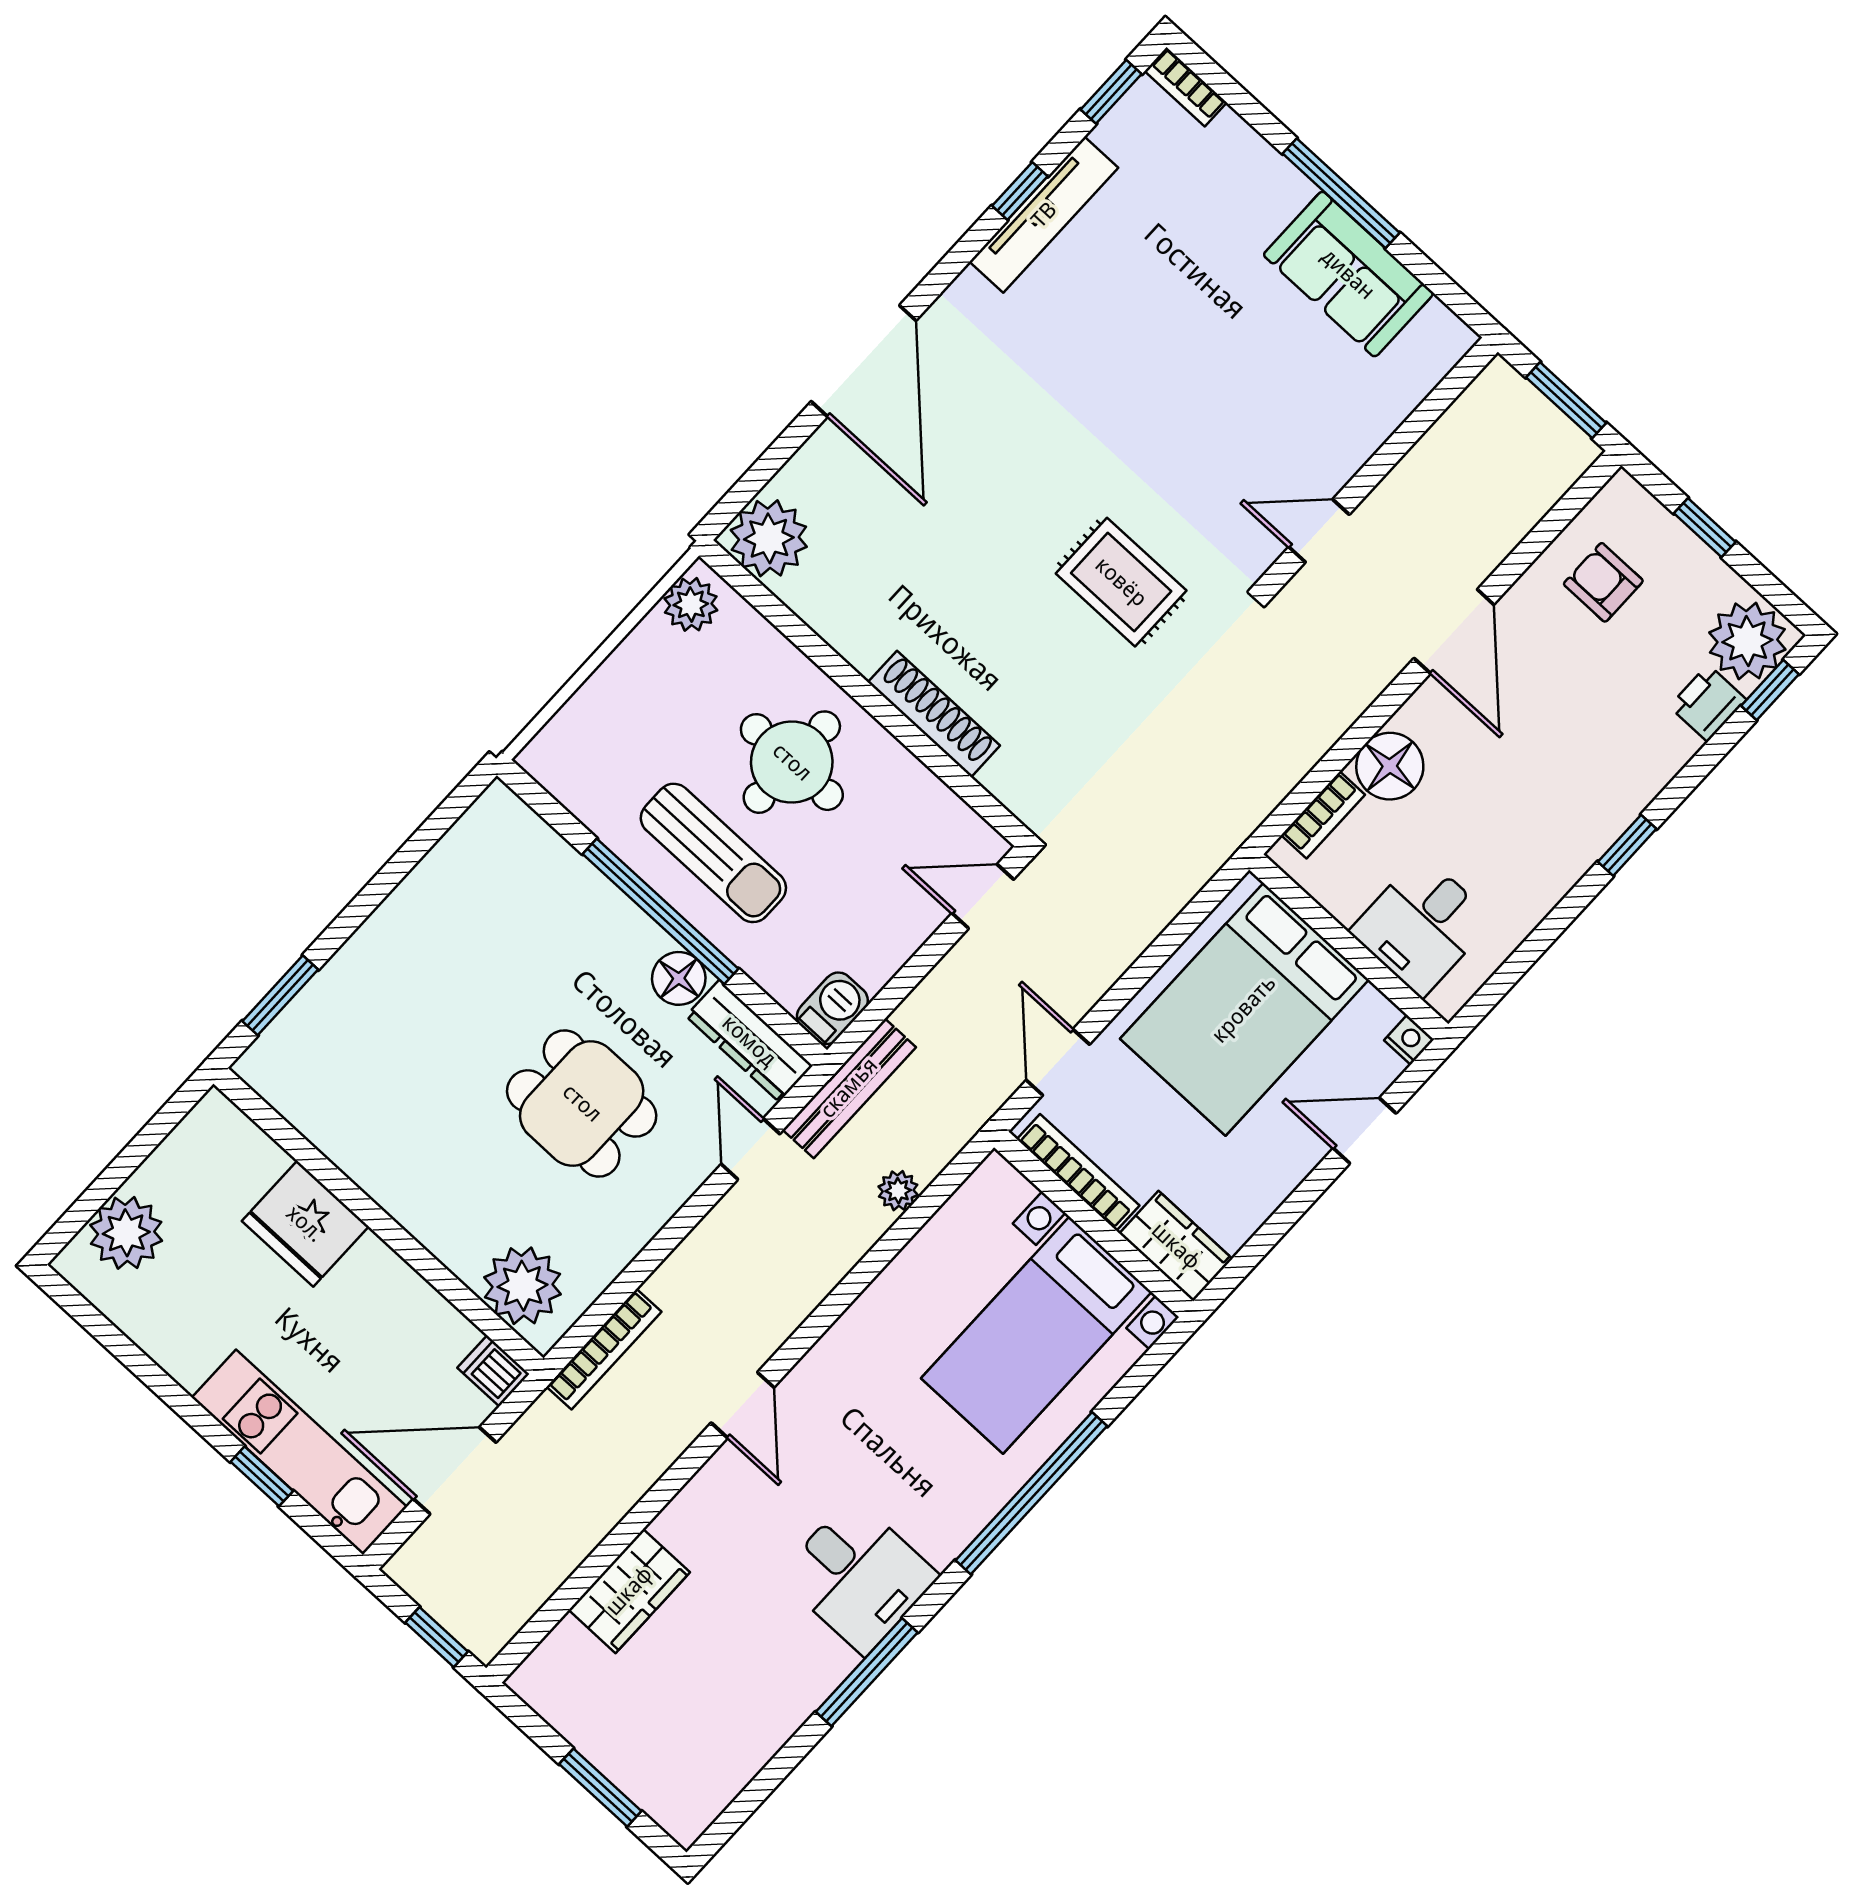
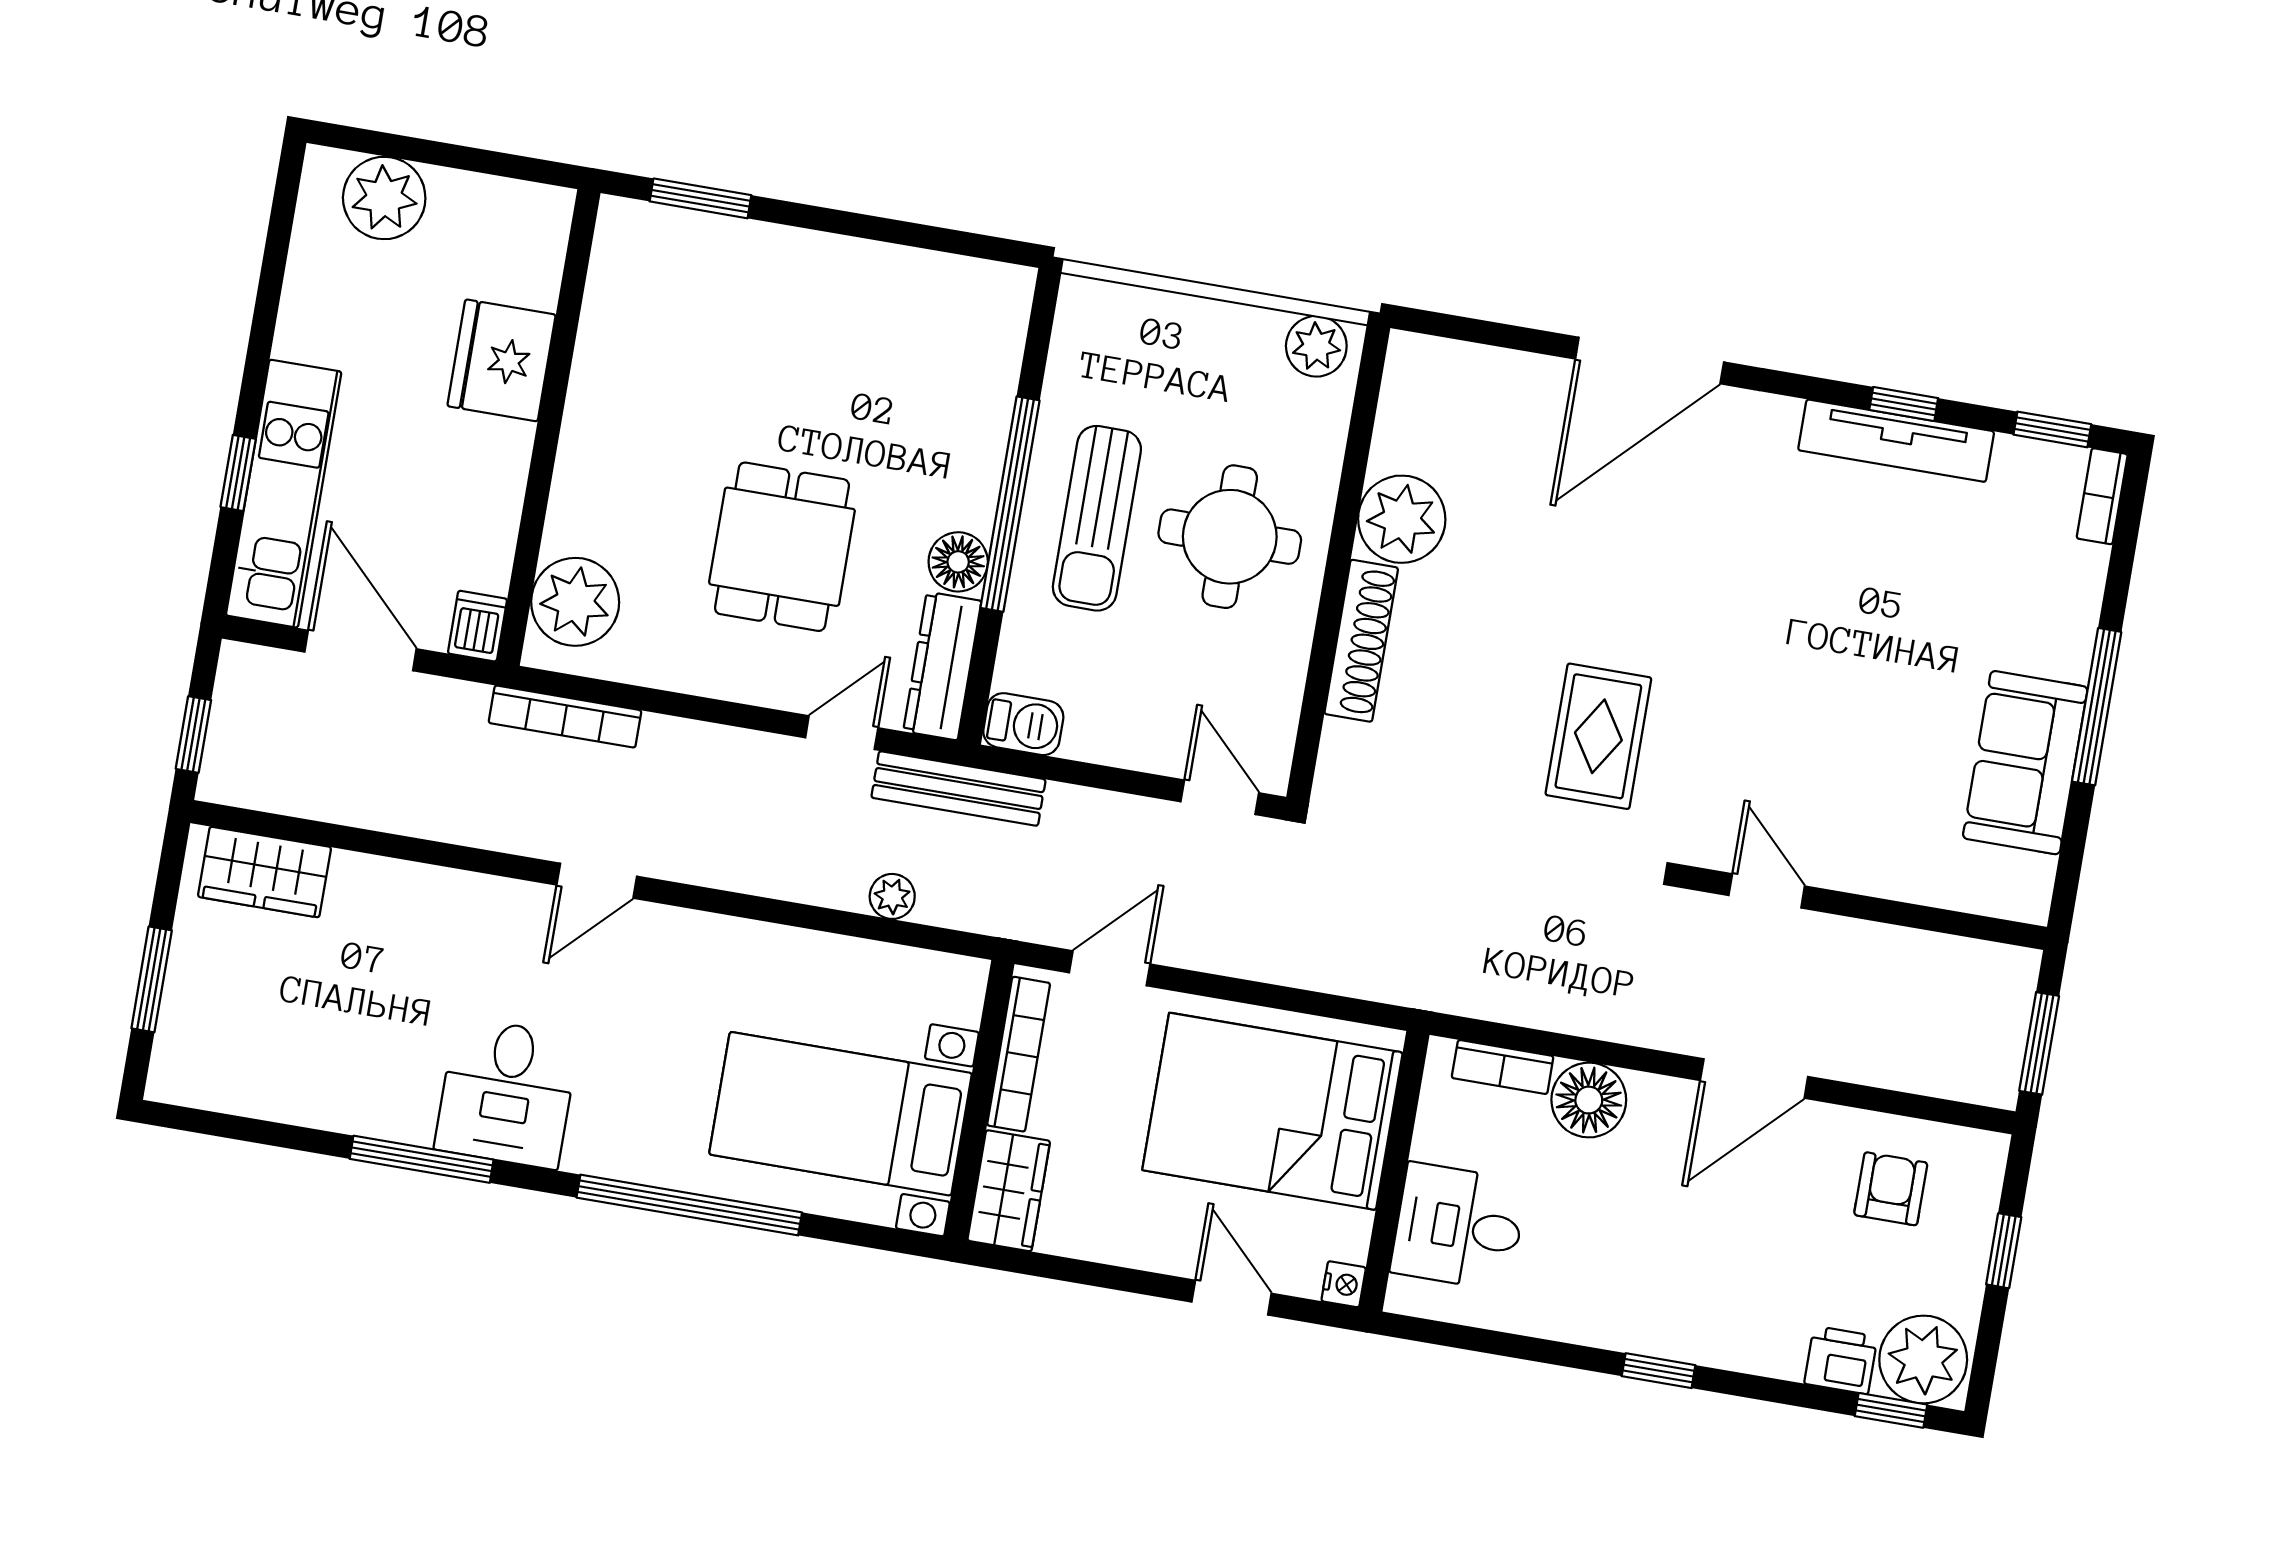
plant: (769, 538) -> (1402, 519), moved
wardrobe: (629, 1591) -> (265, 872), moved

